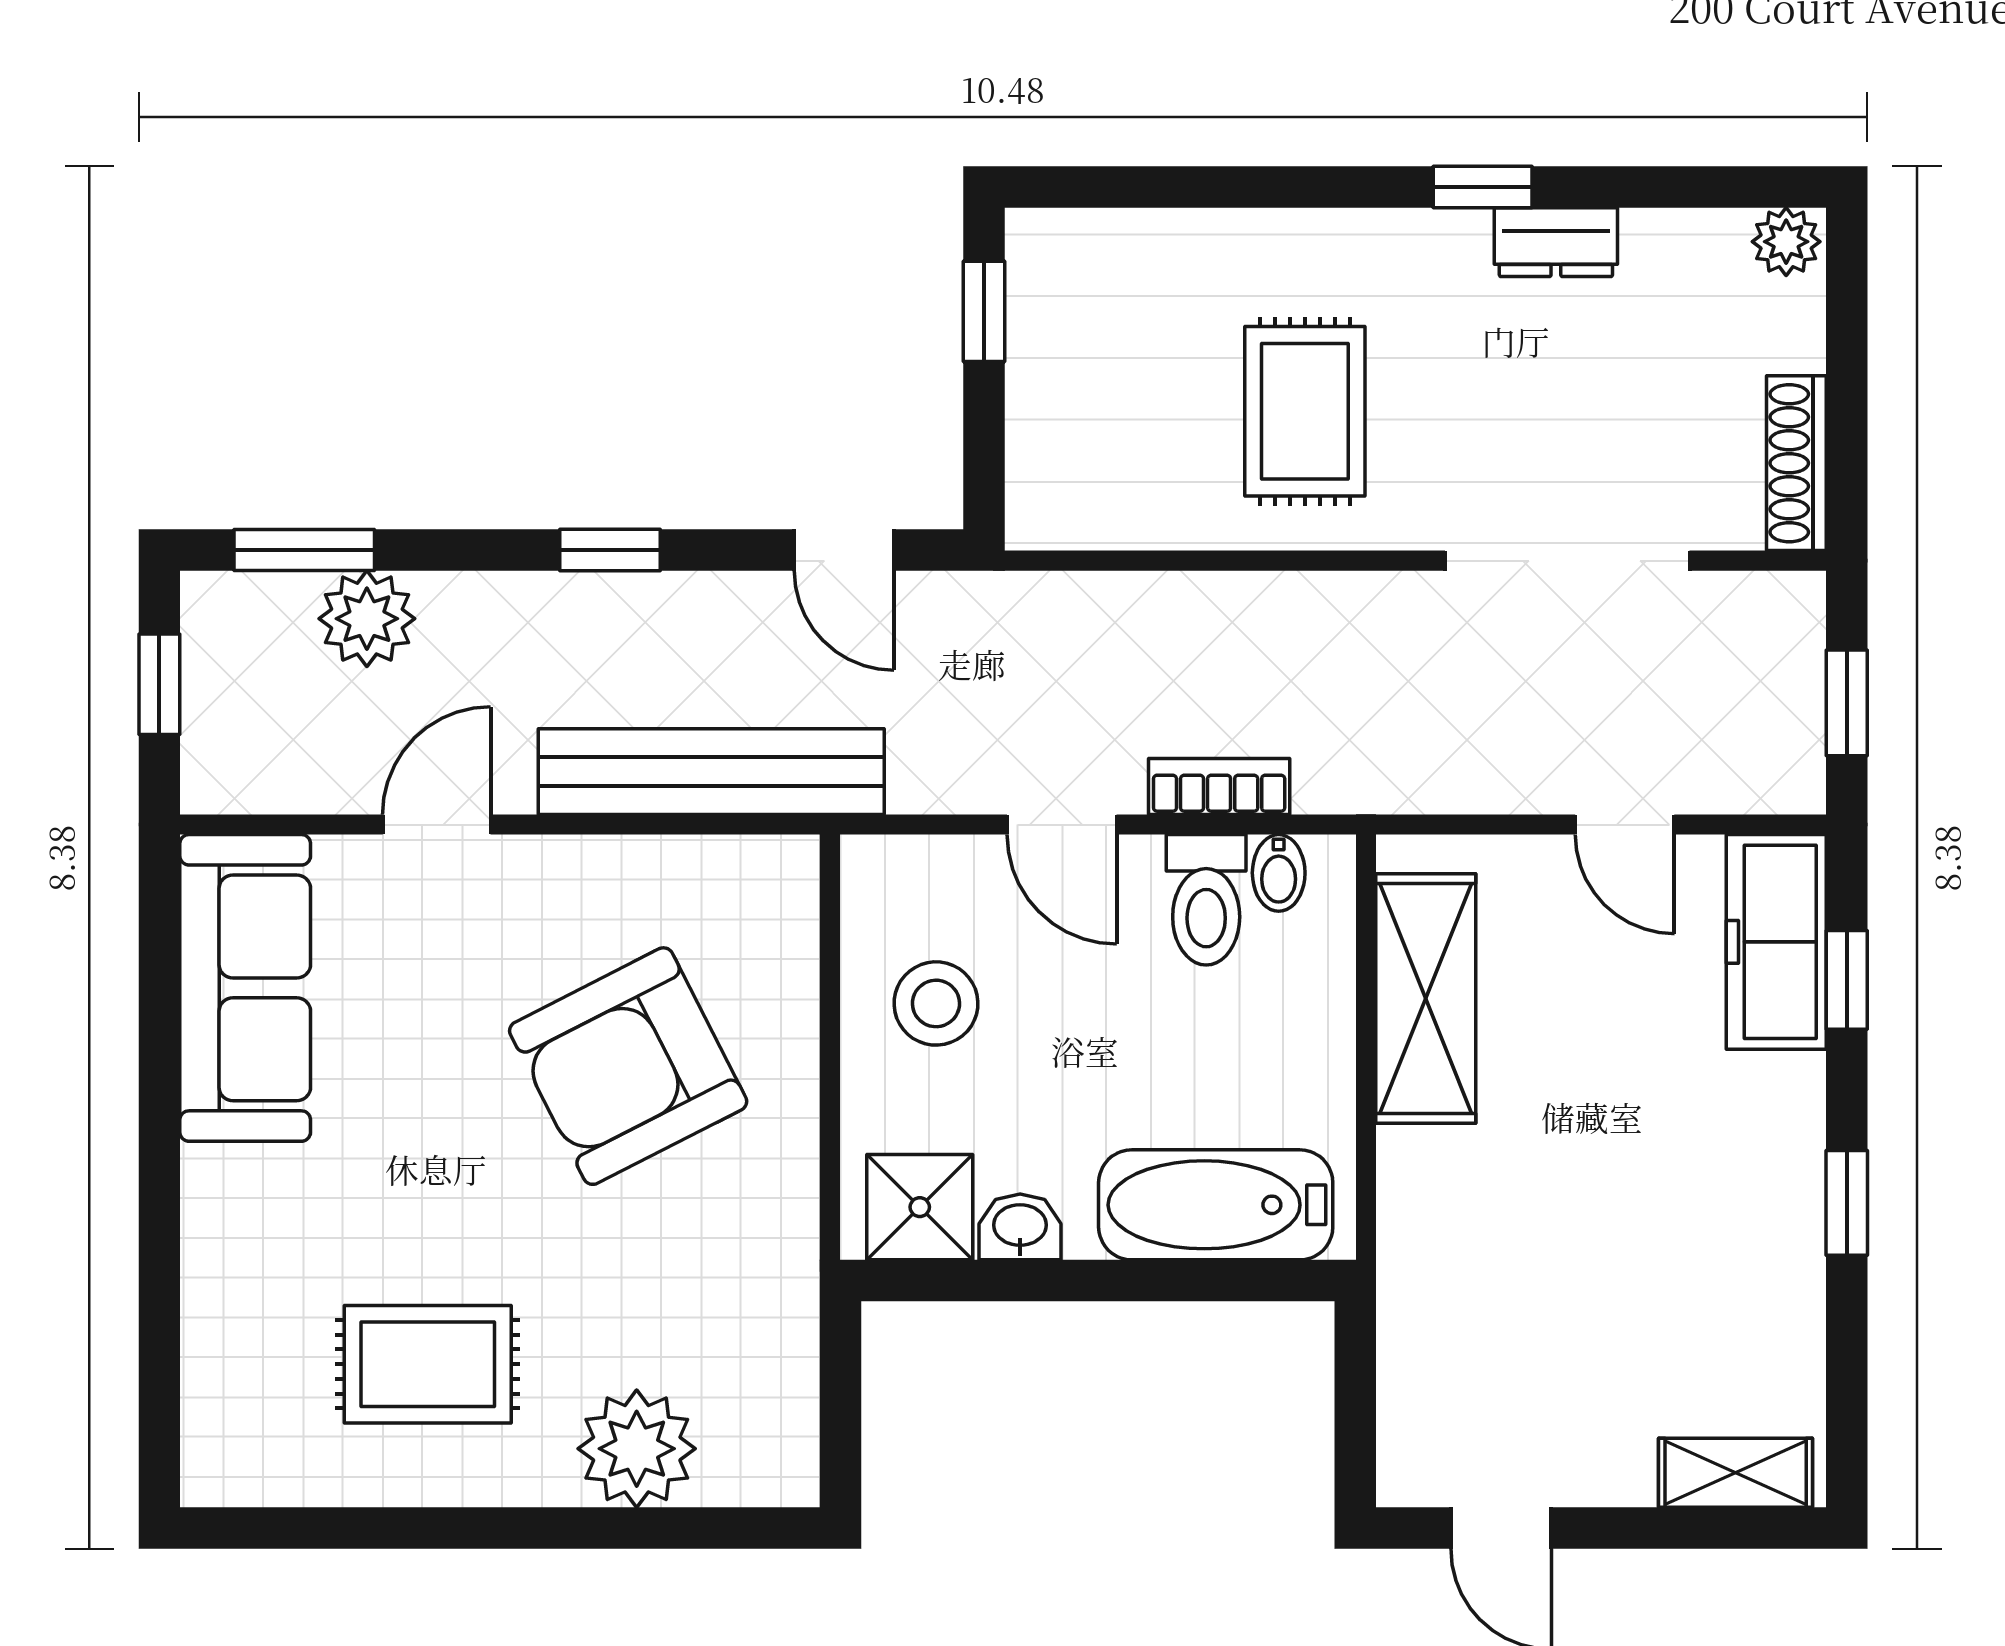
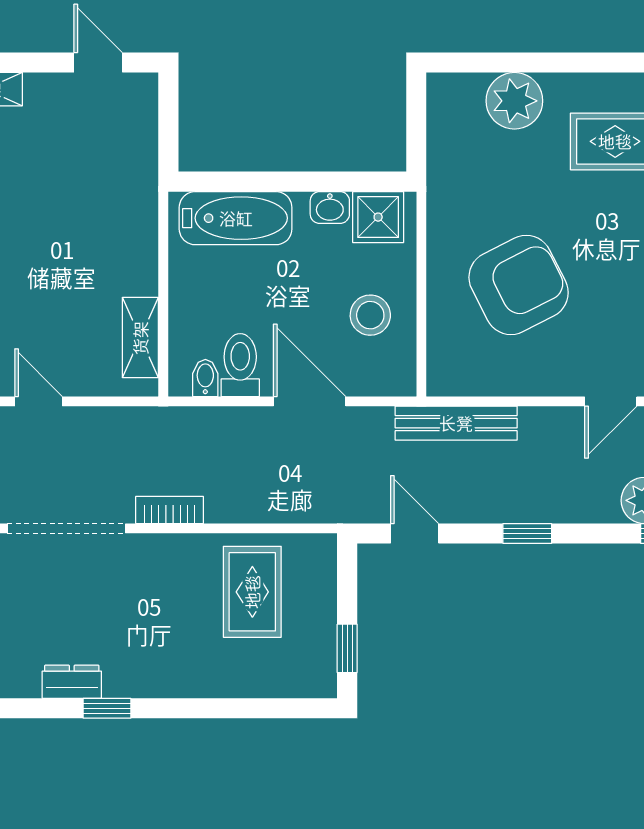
rug: (1305, 411) -> (252, 592), moved
bench: (711, 772) -> (456, 423), width x0.73, depth x0.82
bookcase: (1219, 786) -> (170, 510), moved, turned 180
door: (1062, 825) -> (310, 401), width x1.38
shelving: (1426, 999) -> (140, 338), width x0.67, depth x0.75

